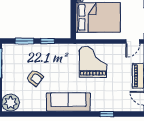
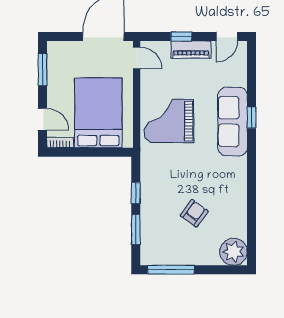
sofa: (68, 102) -> (233, 122), moved
window: (107, 114) -> (252, 118), moved

